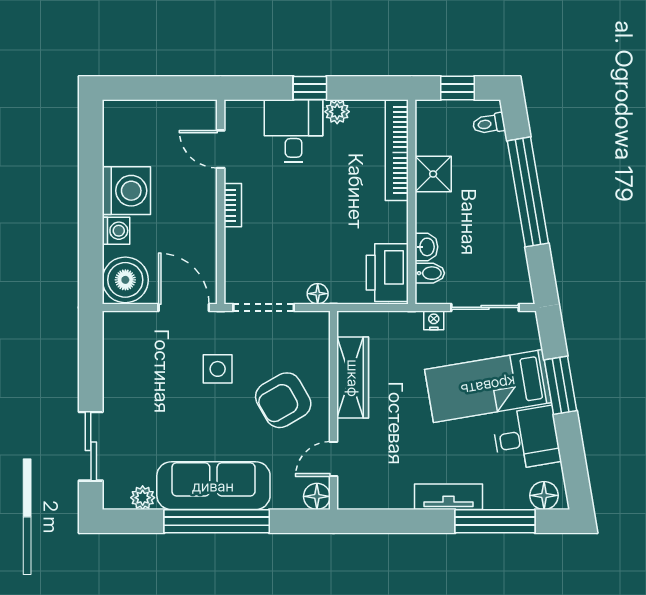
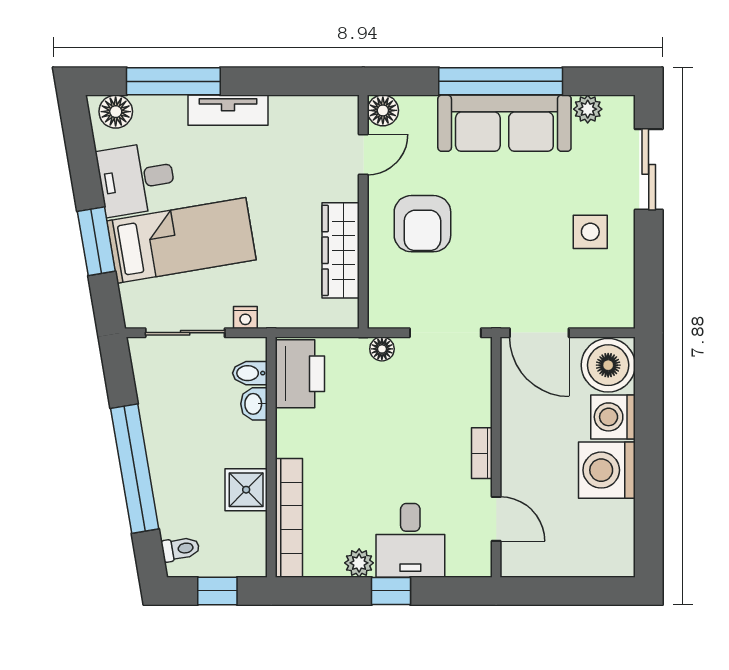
washing machine: (116, 231) -> (613, 417), width x1.38, depth x1.38
side table: (218, 369) -> (590, 232), moved
armchair: (283, 400) -> (422, 224), turned 120

